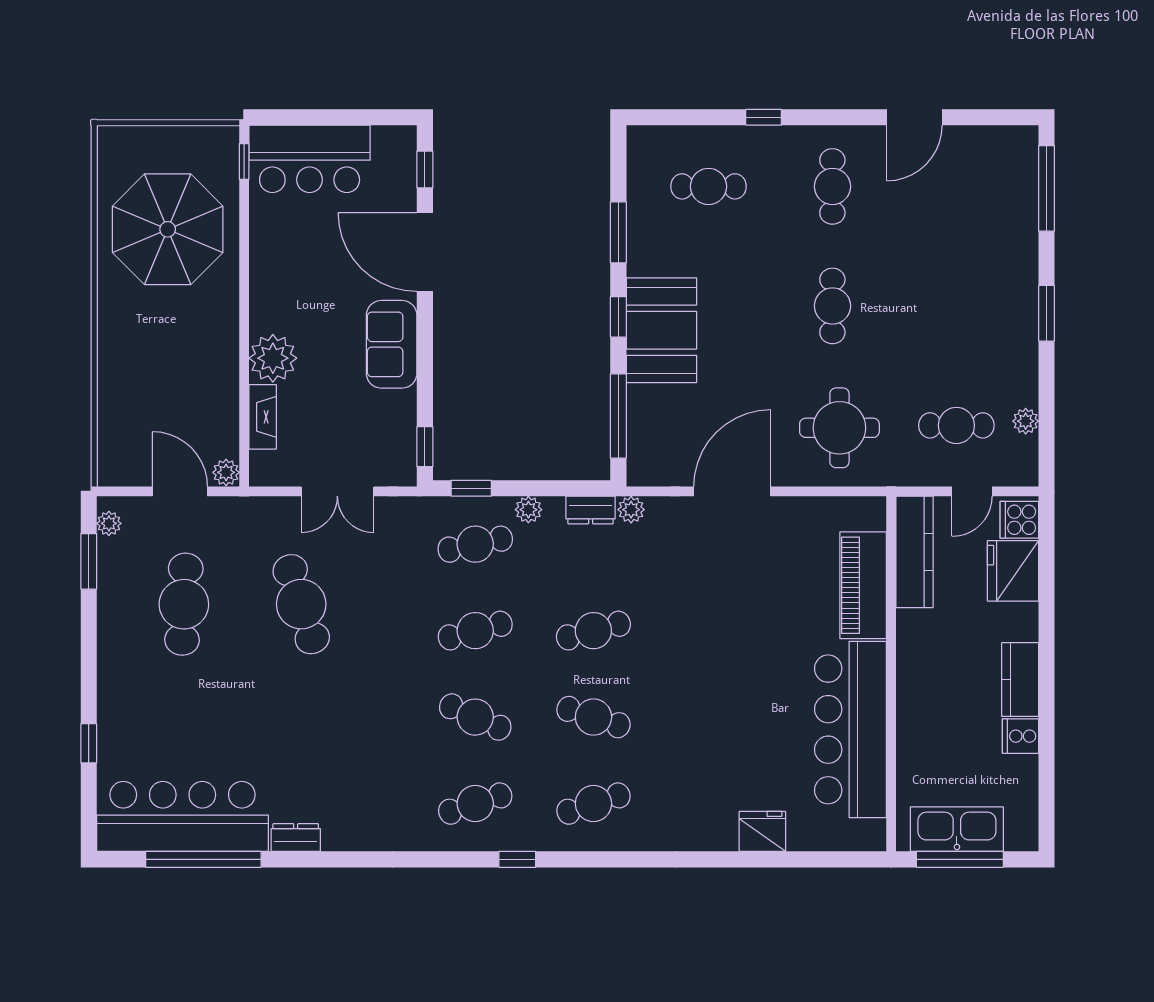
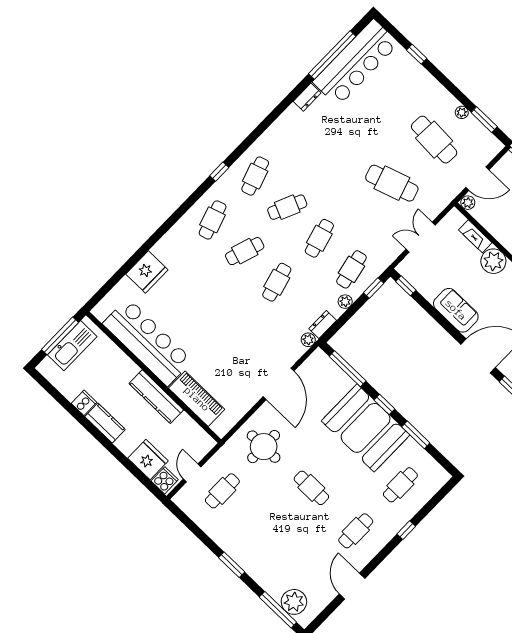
cafe table: (832, 186) -> (356, 531), turned 90
booth: (661, 330) -> (366, 428), width x1.36, depth x1.42
plant: (1026, 421) -> (294, 602), moved, width x1.87, depth x1.87
plant: (109, 523) -> (462, 112), moved
kitchen counter: (914, 552) -> (156, 397), moved
fridge: (762, 831) -> (147, 272), width x1.36, depth x1.34

